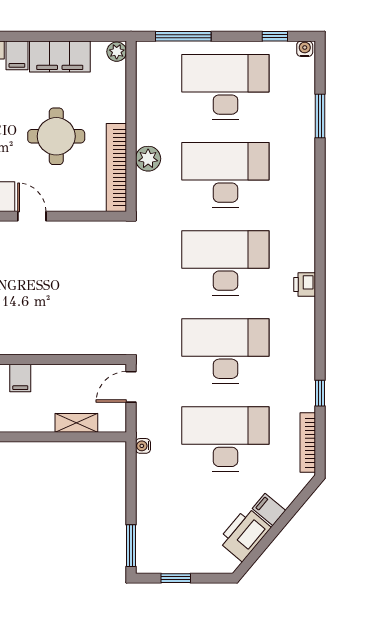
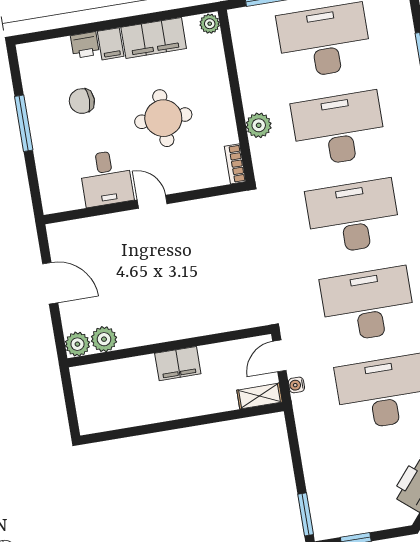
bookcase: (116, 167) -> (235, 164), width x0.43, depth x0.76
filing cabinet: (20, 378) -> (178, 364), width x2.00
shelving: (76, 423) -> (260, 396), moved
water cooler: (143, 446) -> (296, 385), moved

